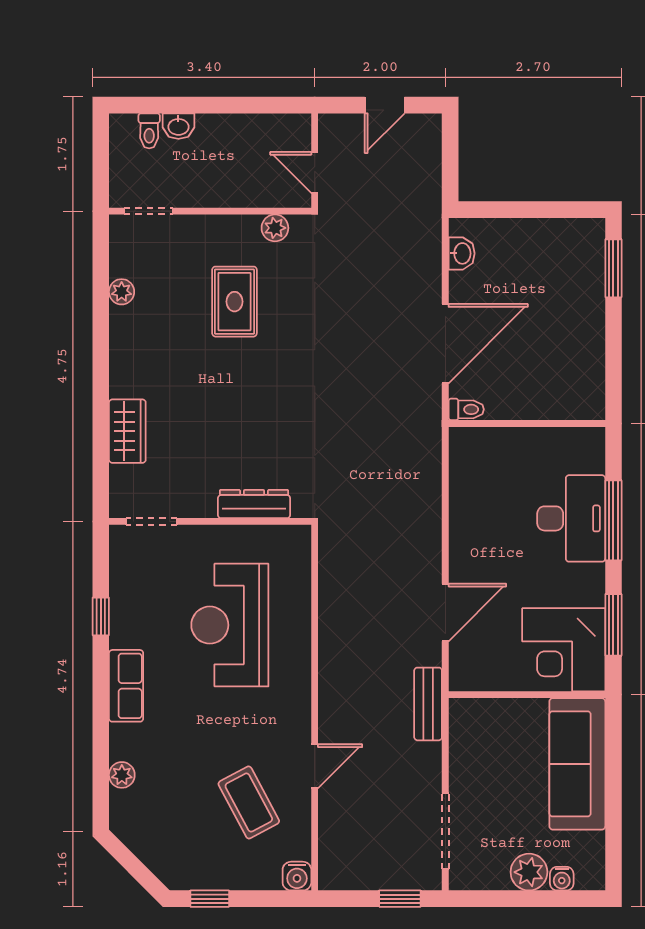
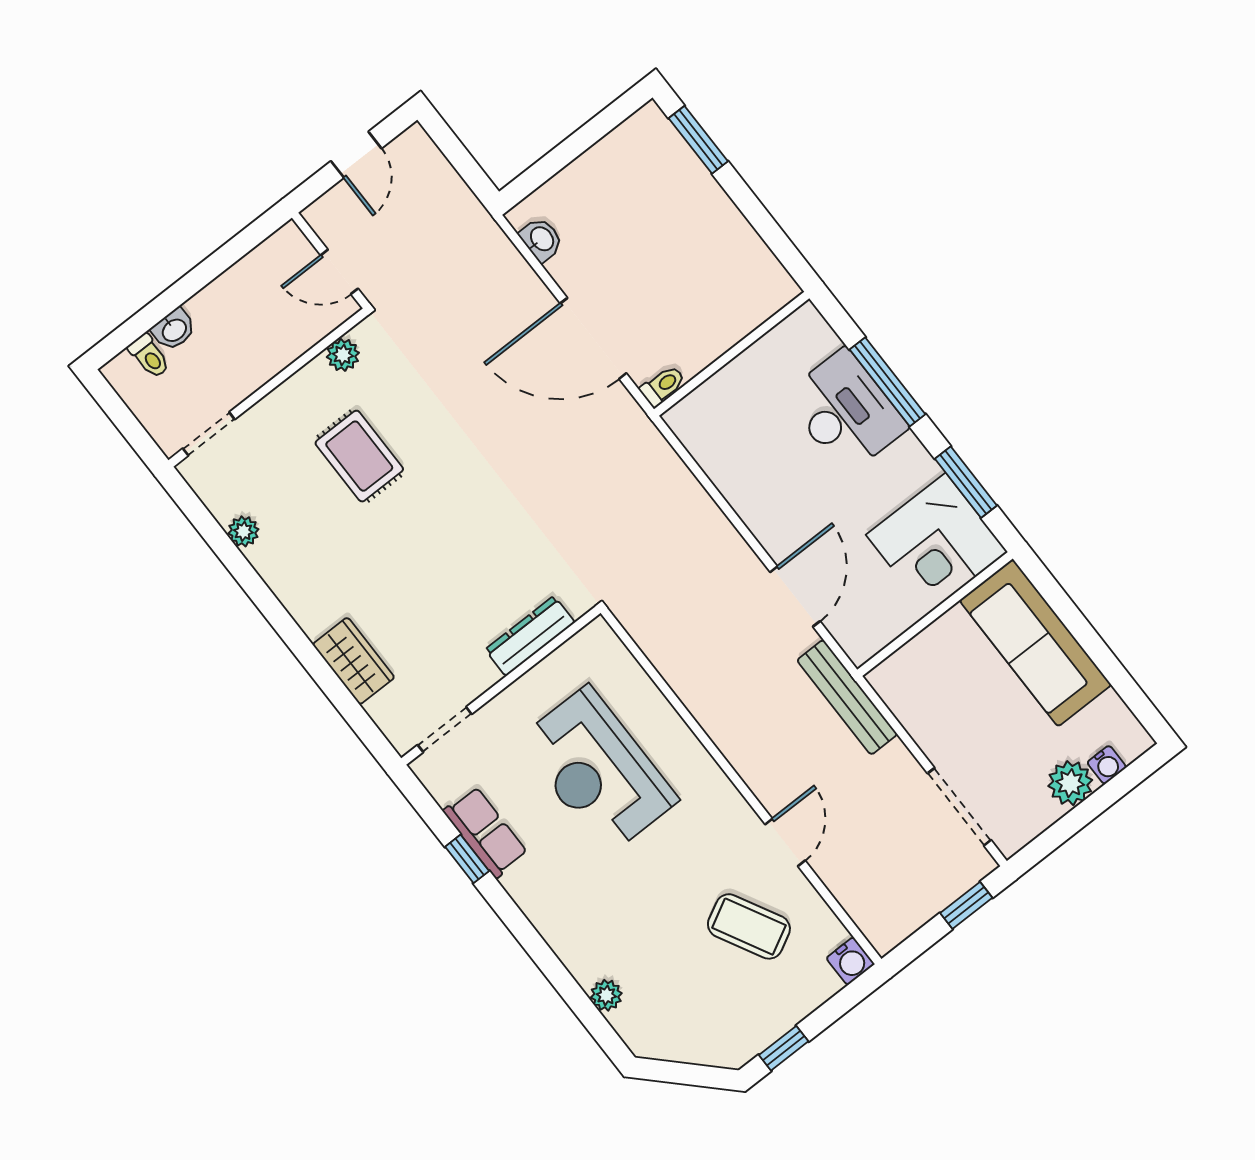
door: (445, 344) -> (593, 338), swing flipped
row of seats: (126, 686) -> (485, 832), moved
bench: (428, 704) -> (847, 697), width x1.36

